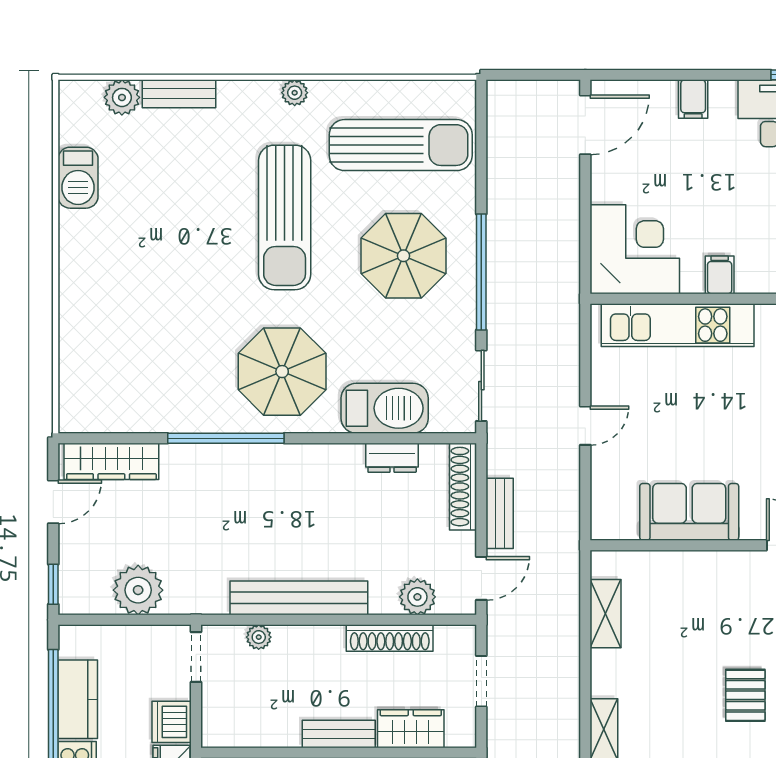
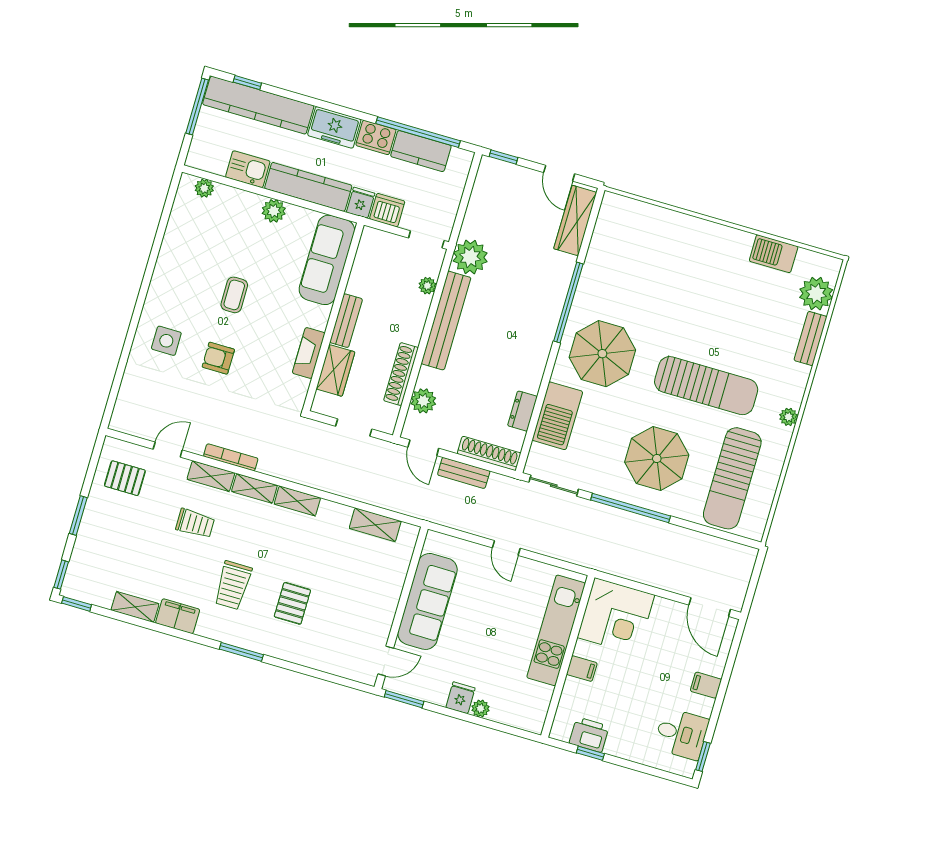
plant: (122, 97) -> (816, 294), width x1.36, depth x1.36
sun lounger: (285, 217) -> (706, 386), turned 180
sofa: (689, 512) -> (427, 601), width x1.36
plant: (138, 590) -> (470, 257), moved
pallet: (745, 695) -> (292, 603), turned 90

